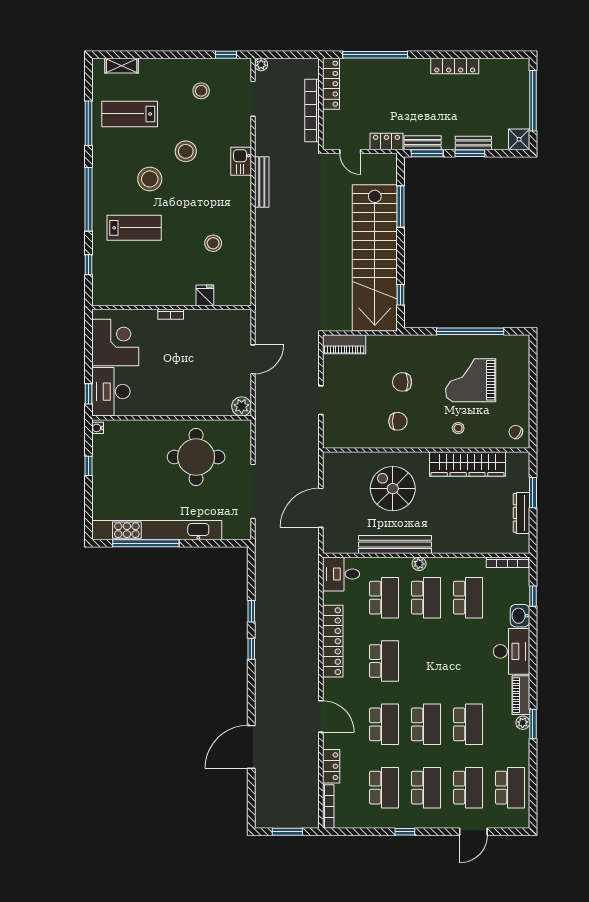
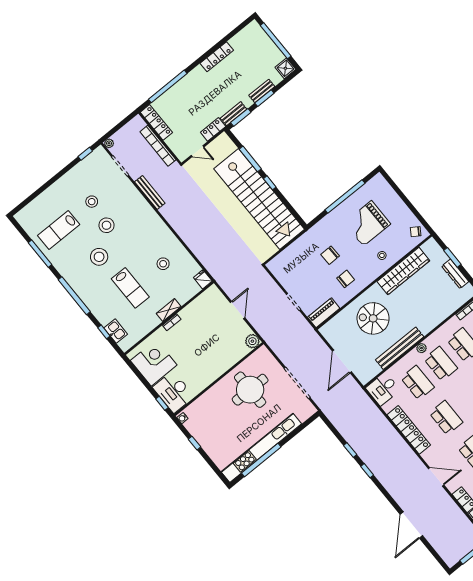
shelving: (122, 66) -> (169, 310), moved
stool: (201, 91) -> (92, 202), moved
kitchen sink: (241, 161) -> (116, 331), moved, turned 180
bench: (262, 182) -> (150, 192), moved
lab bench: (134, 228) -> (130, 288), moved, turned 90
fridge: (205, 295) -> (203, 279), moved
window: (401, 295) -> (270, 183), moved
piano: (344, 344) -> (324, 313), moved, turned 180

